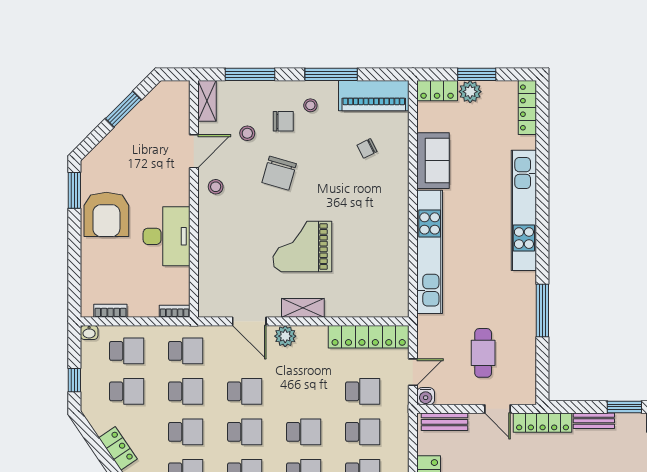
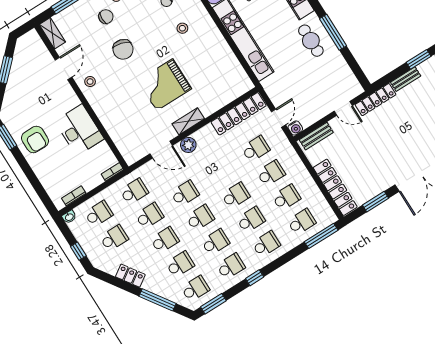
stool: (247, 133) -> (182, 28), moved
armchair: (106, 214) -> (35, 139), width x0.73, depth x0.73
cafe table: (483, 353) -> (311, 41), moved

